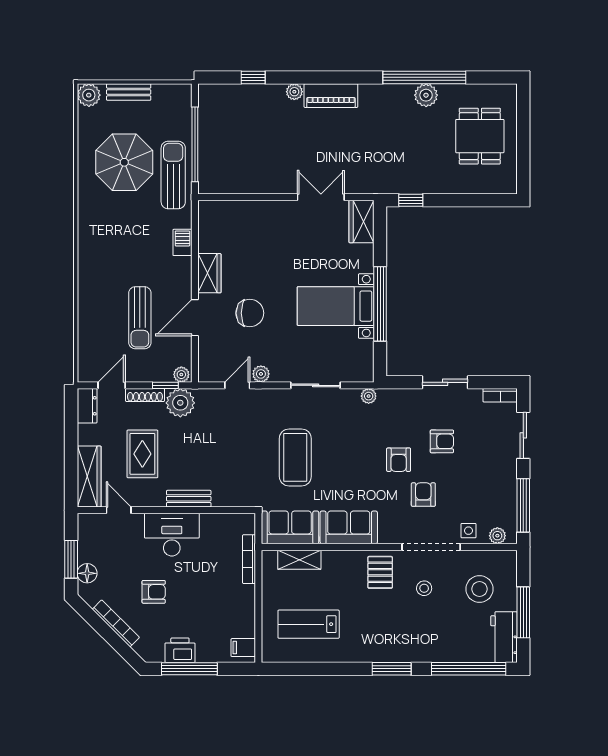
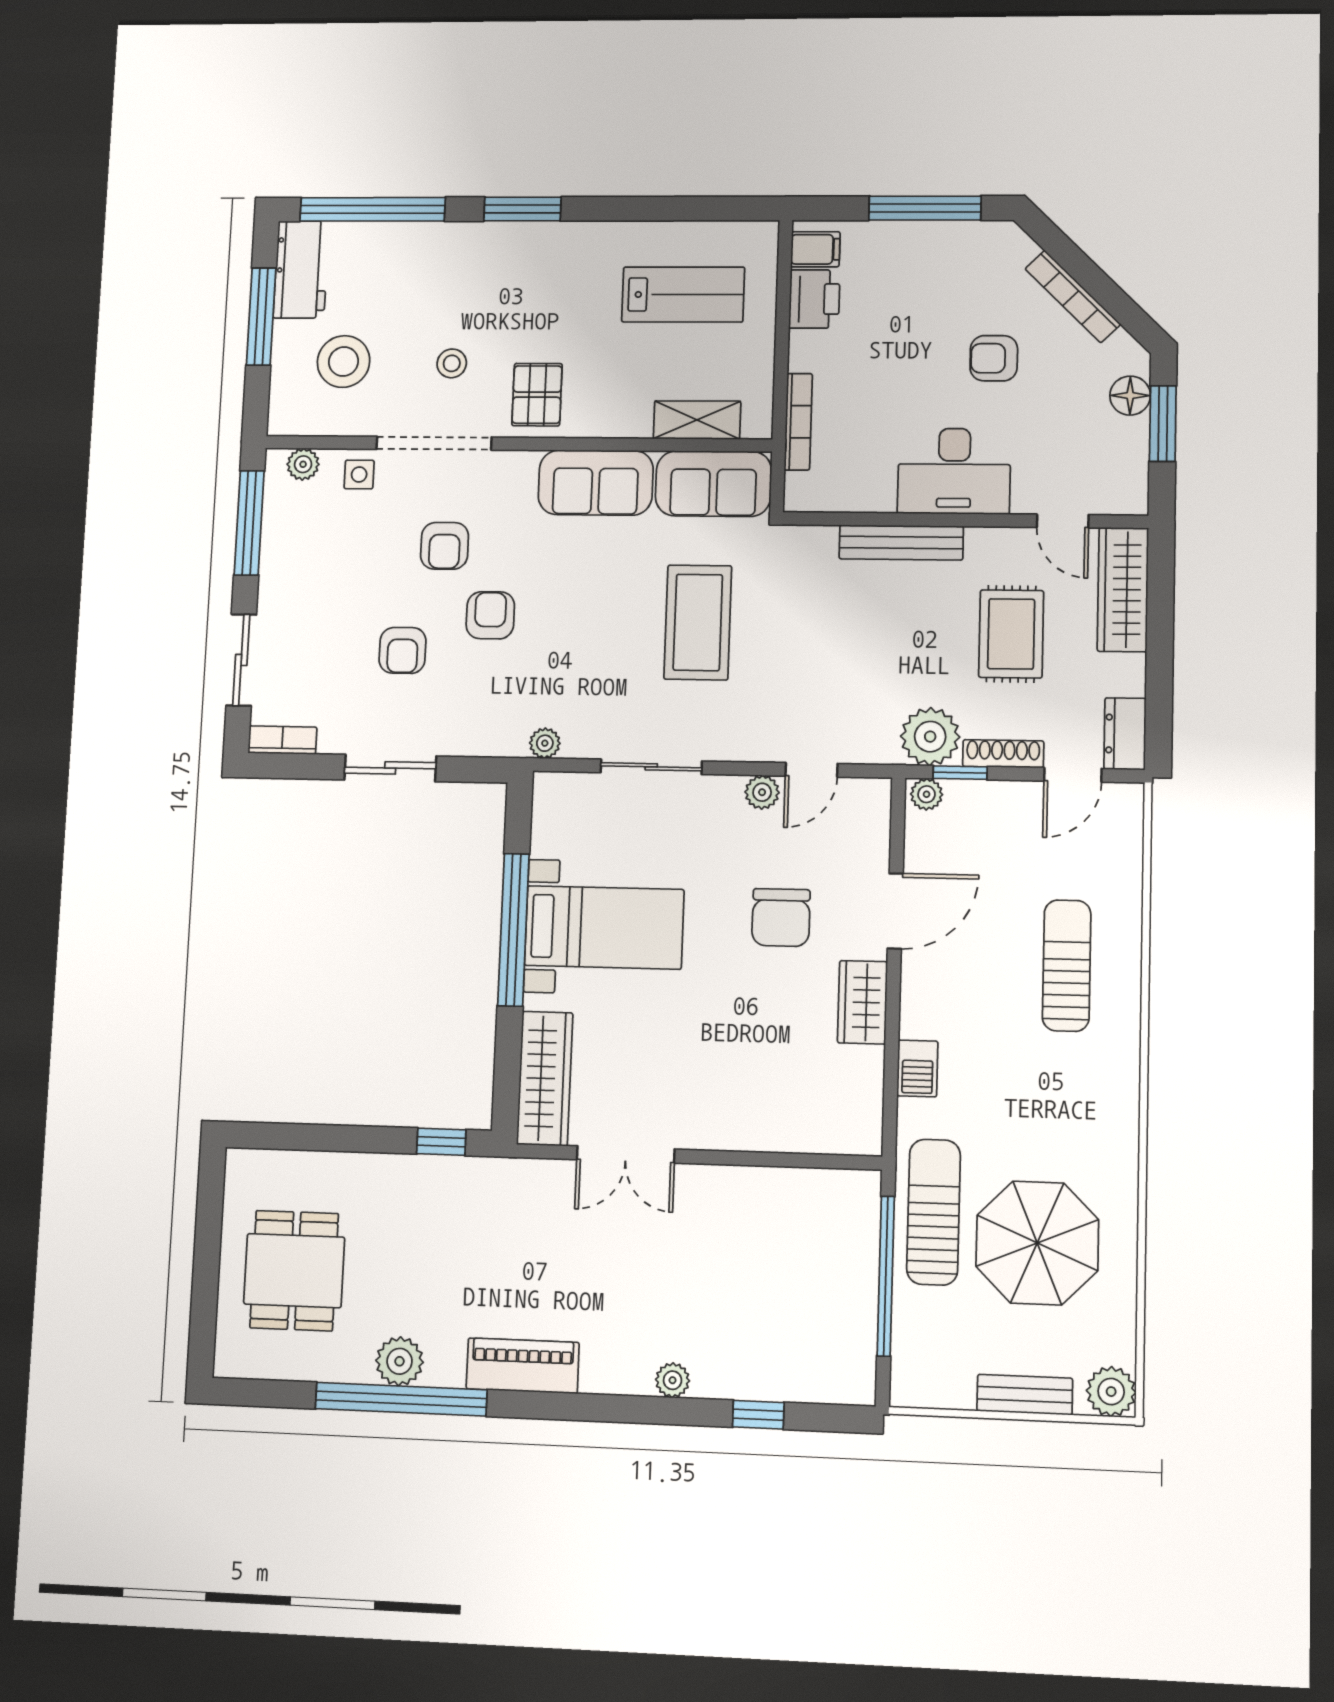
piano: (331, 96) -> (523, 1366), moved
sun lounger: (173, 175) -> (934, 1212), turned 180
wardrobe: (362, 222) -> (545, 1078), width x1.50
chair: (250, 313) -> (781, 918), turned -90
sun lounger: (140, 318) -> (1067, 966), moved
armchair: (442, 441) -> (403, 650), turned -90
bench: (189, 499) -> (901, 543), width x1.36
printer: (180, 650) -> (814, 299), moved, turned -90

